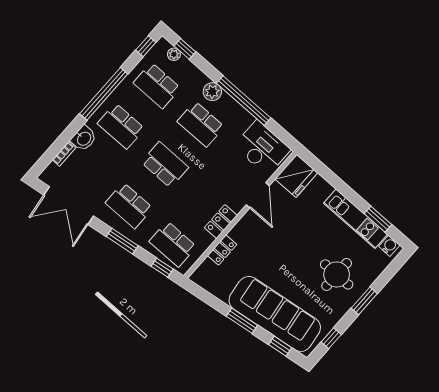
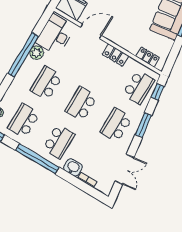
school desk: (157, 85) -> (24, 121), turned 180
plant: (212, 92) -> (37, 53), moved
school desk: (201, 124) -> (46, 83), turned 180
double door: (69, 205) -> (124, 169), width x0.73
school desk: (129, 205) -> (116, 125), turned 180
locker: (222, 250) -> (148, 57), moved

